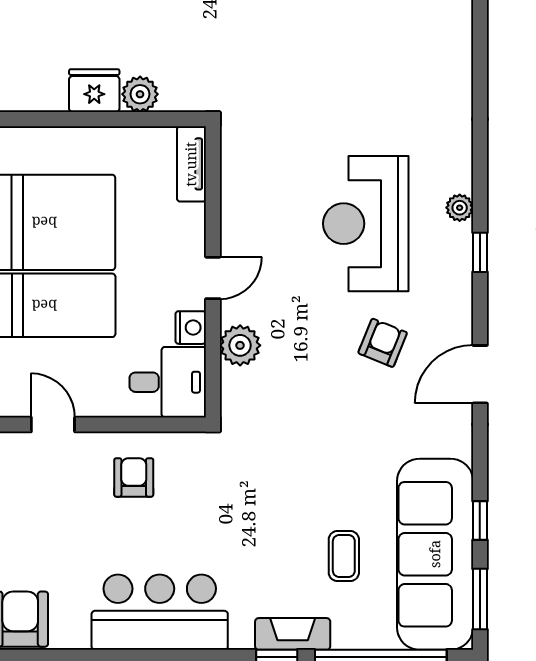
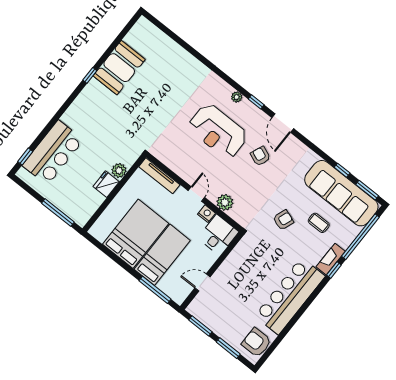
tv unit: (191, 164) -> (159, 176), width x1.41
door: (480, 374) -> (283, 123), moved
armchair: (134, 477) -> (283, 220), moved, turned 110
bar counter: (160, 612) -> (290, 296), width x1.36

